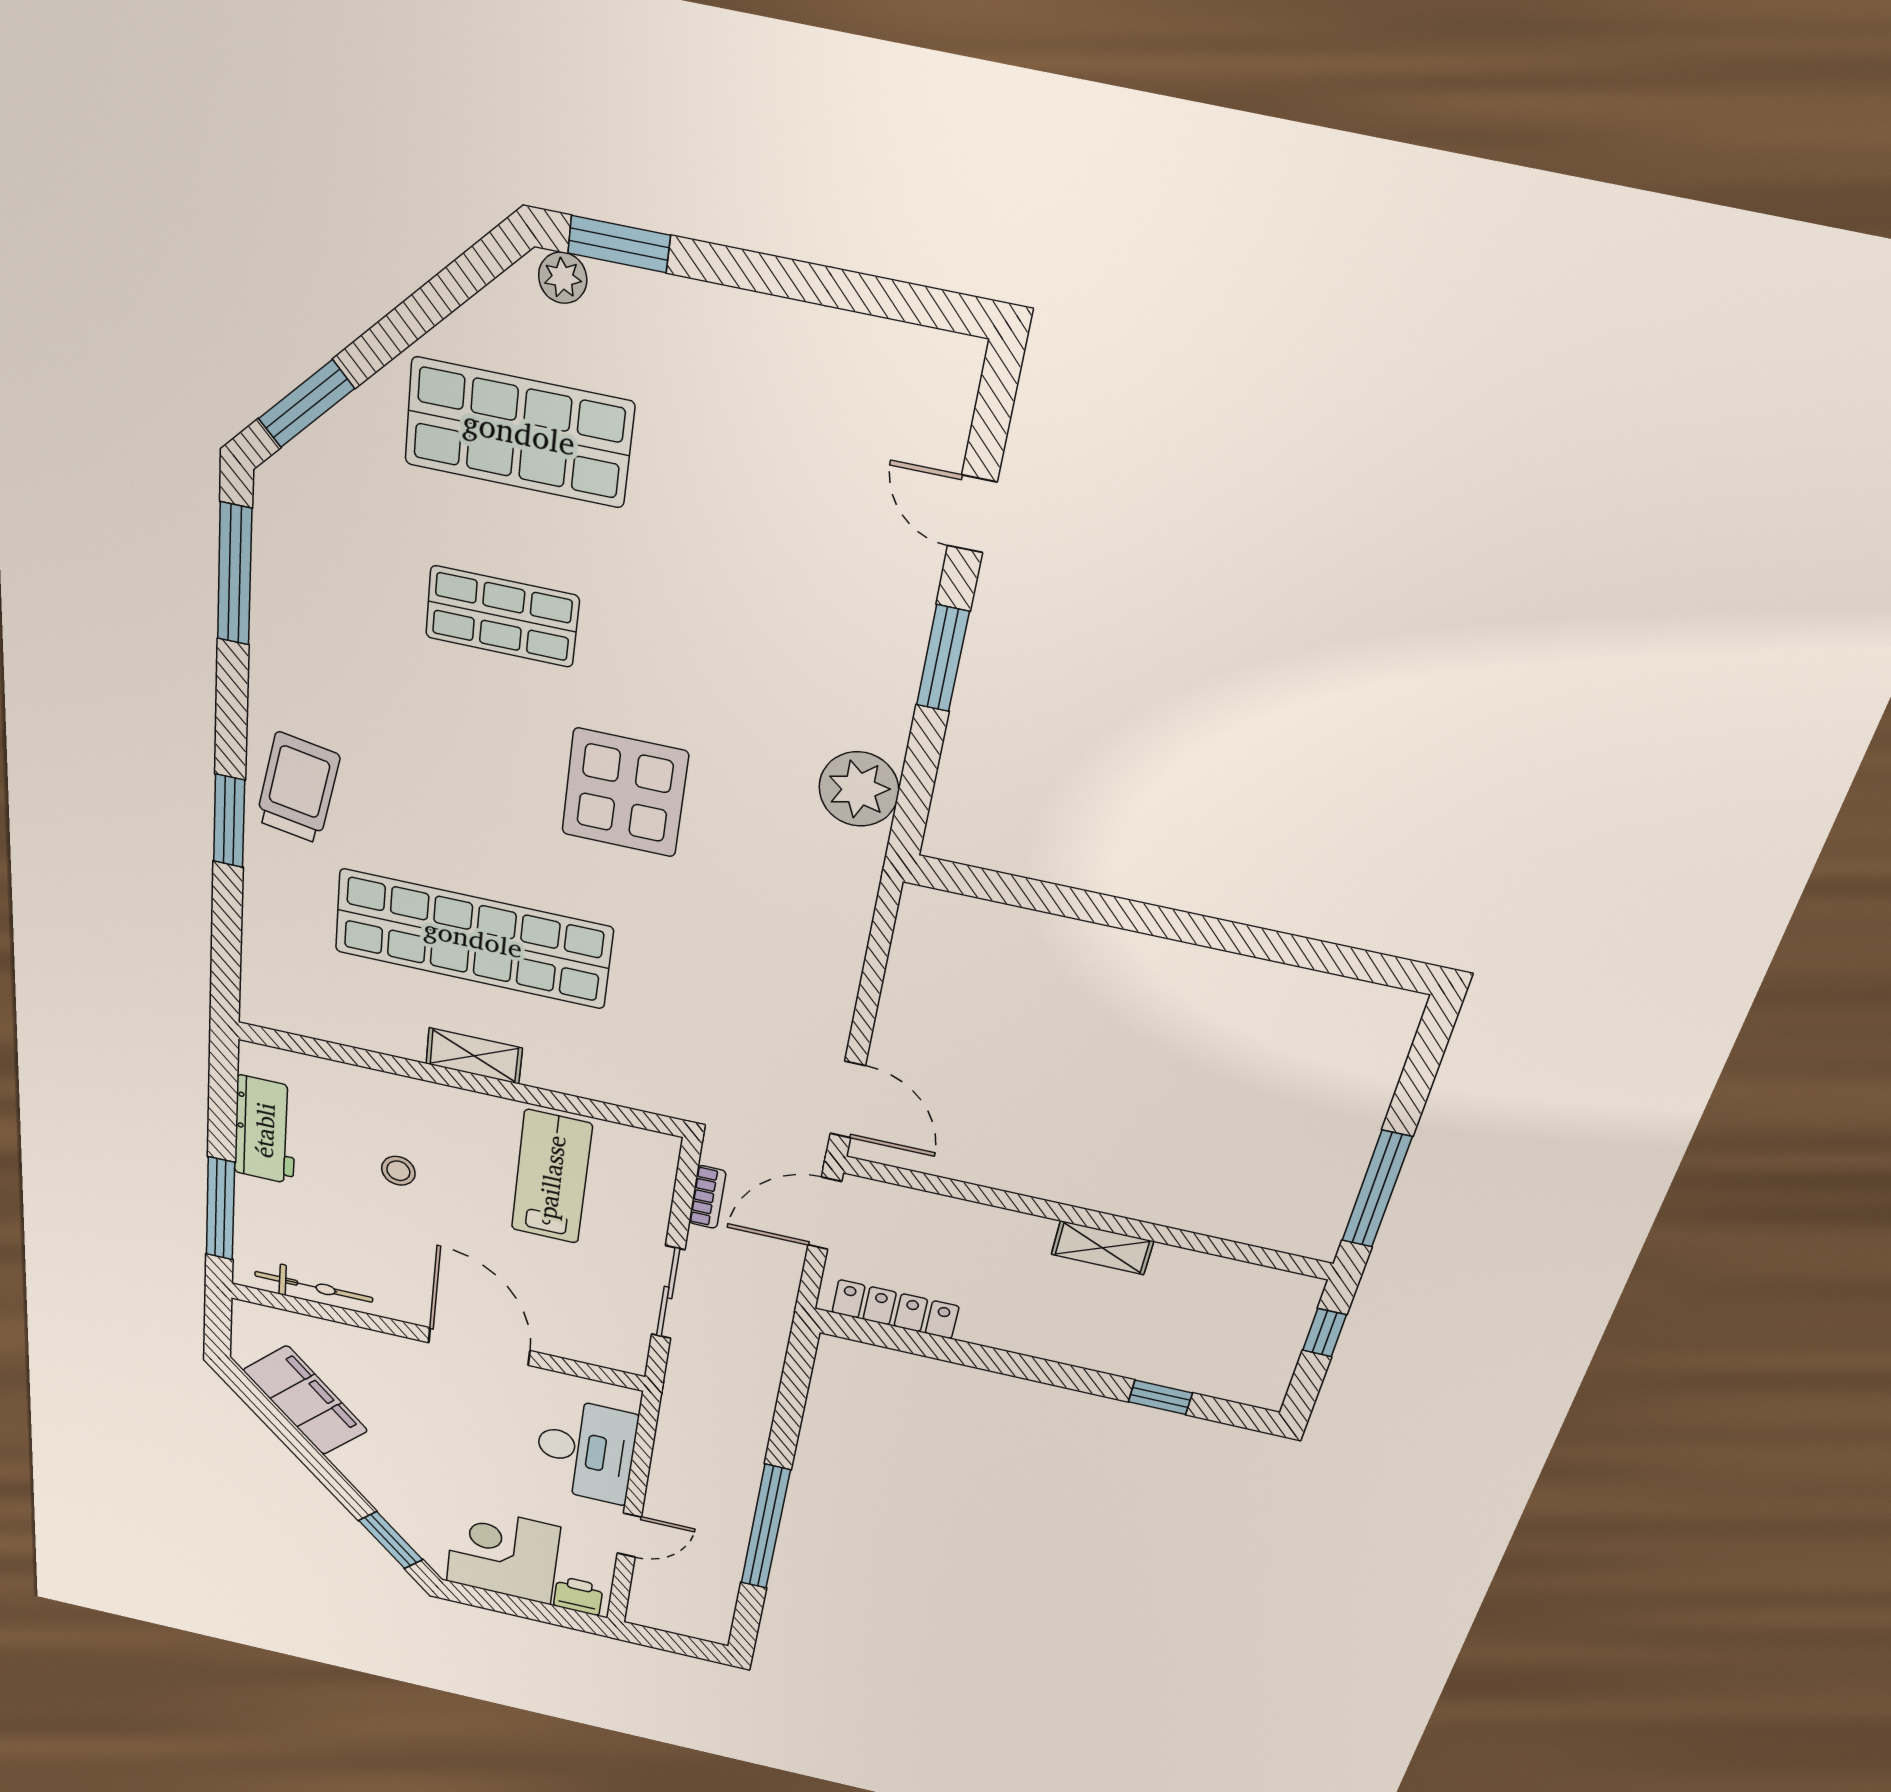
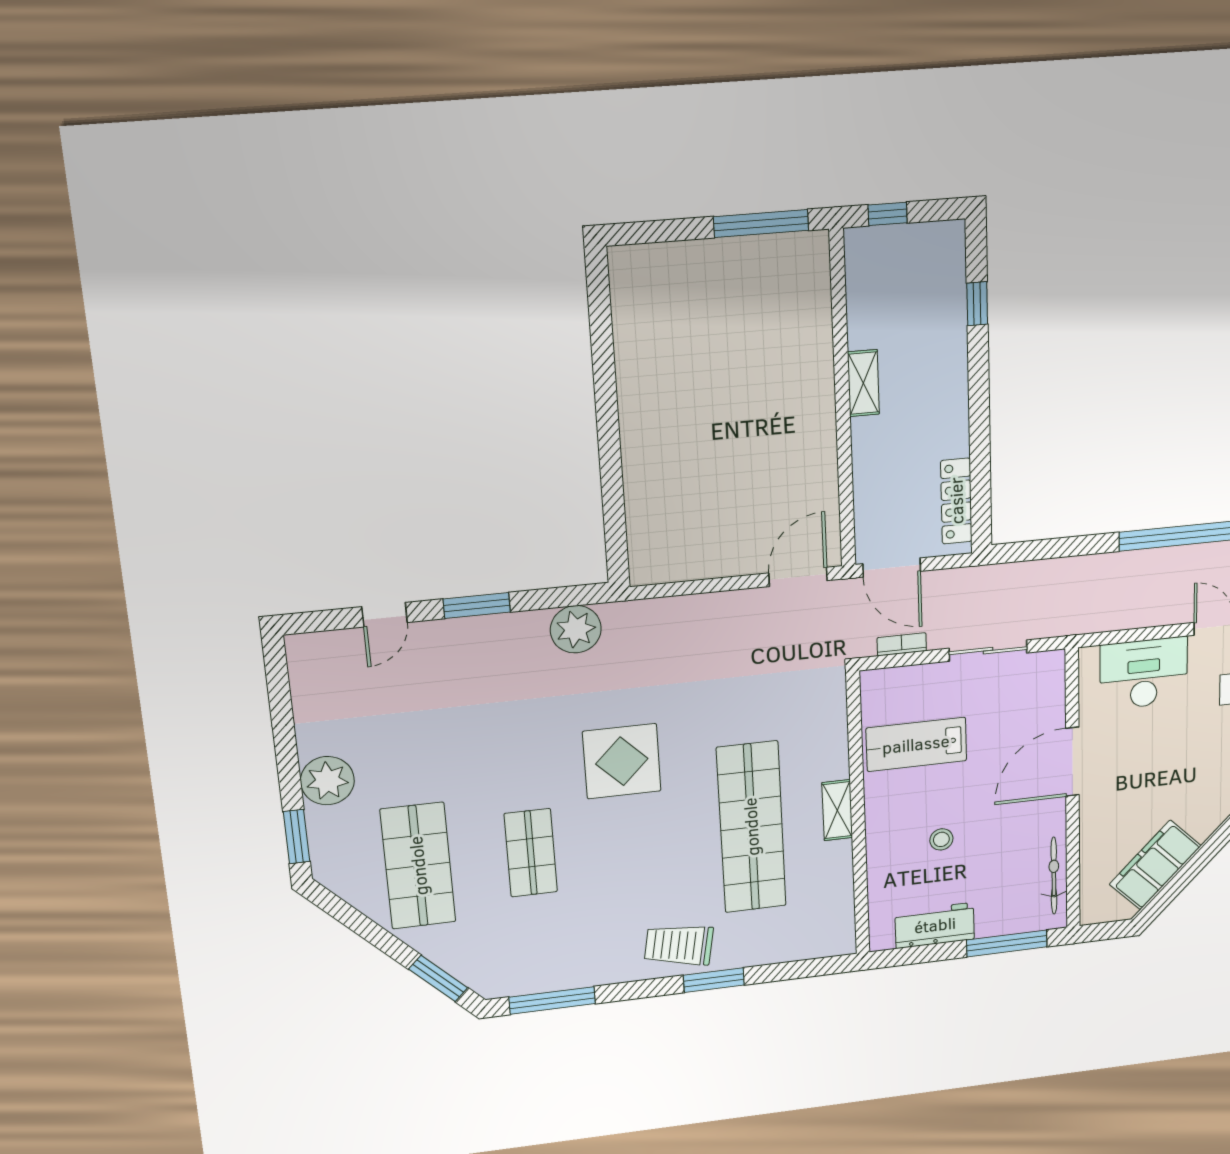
plant: (563, 278) -> (327, 781), moved, width x1.87, depth x1.87

